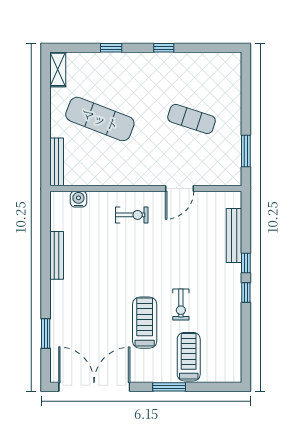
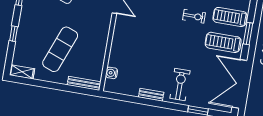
exercise bike: (132, 215) -> (180, 85), moved, width x1.38, depth x1.39
bench: (57, 255) -> (151, 95), width x0.73
treadmill: (145, 323) -> (223, 42), moved

